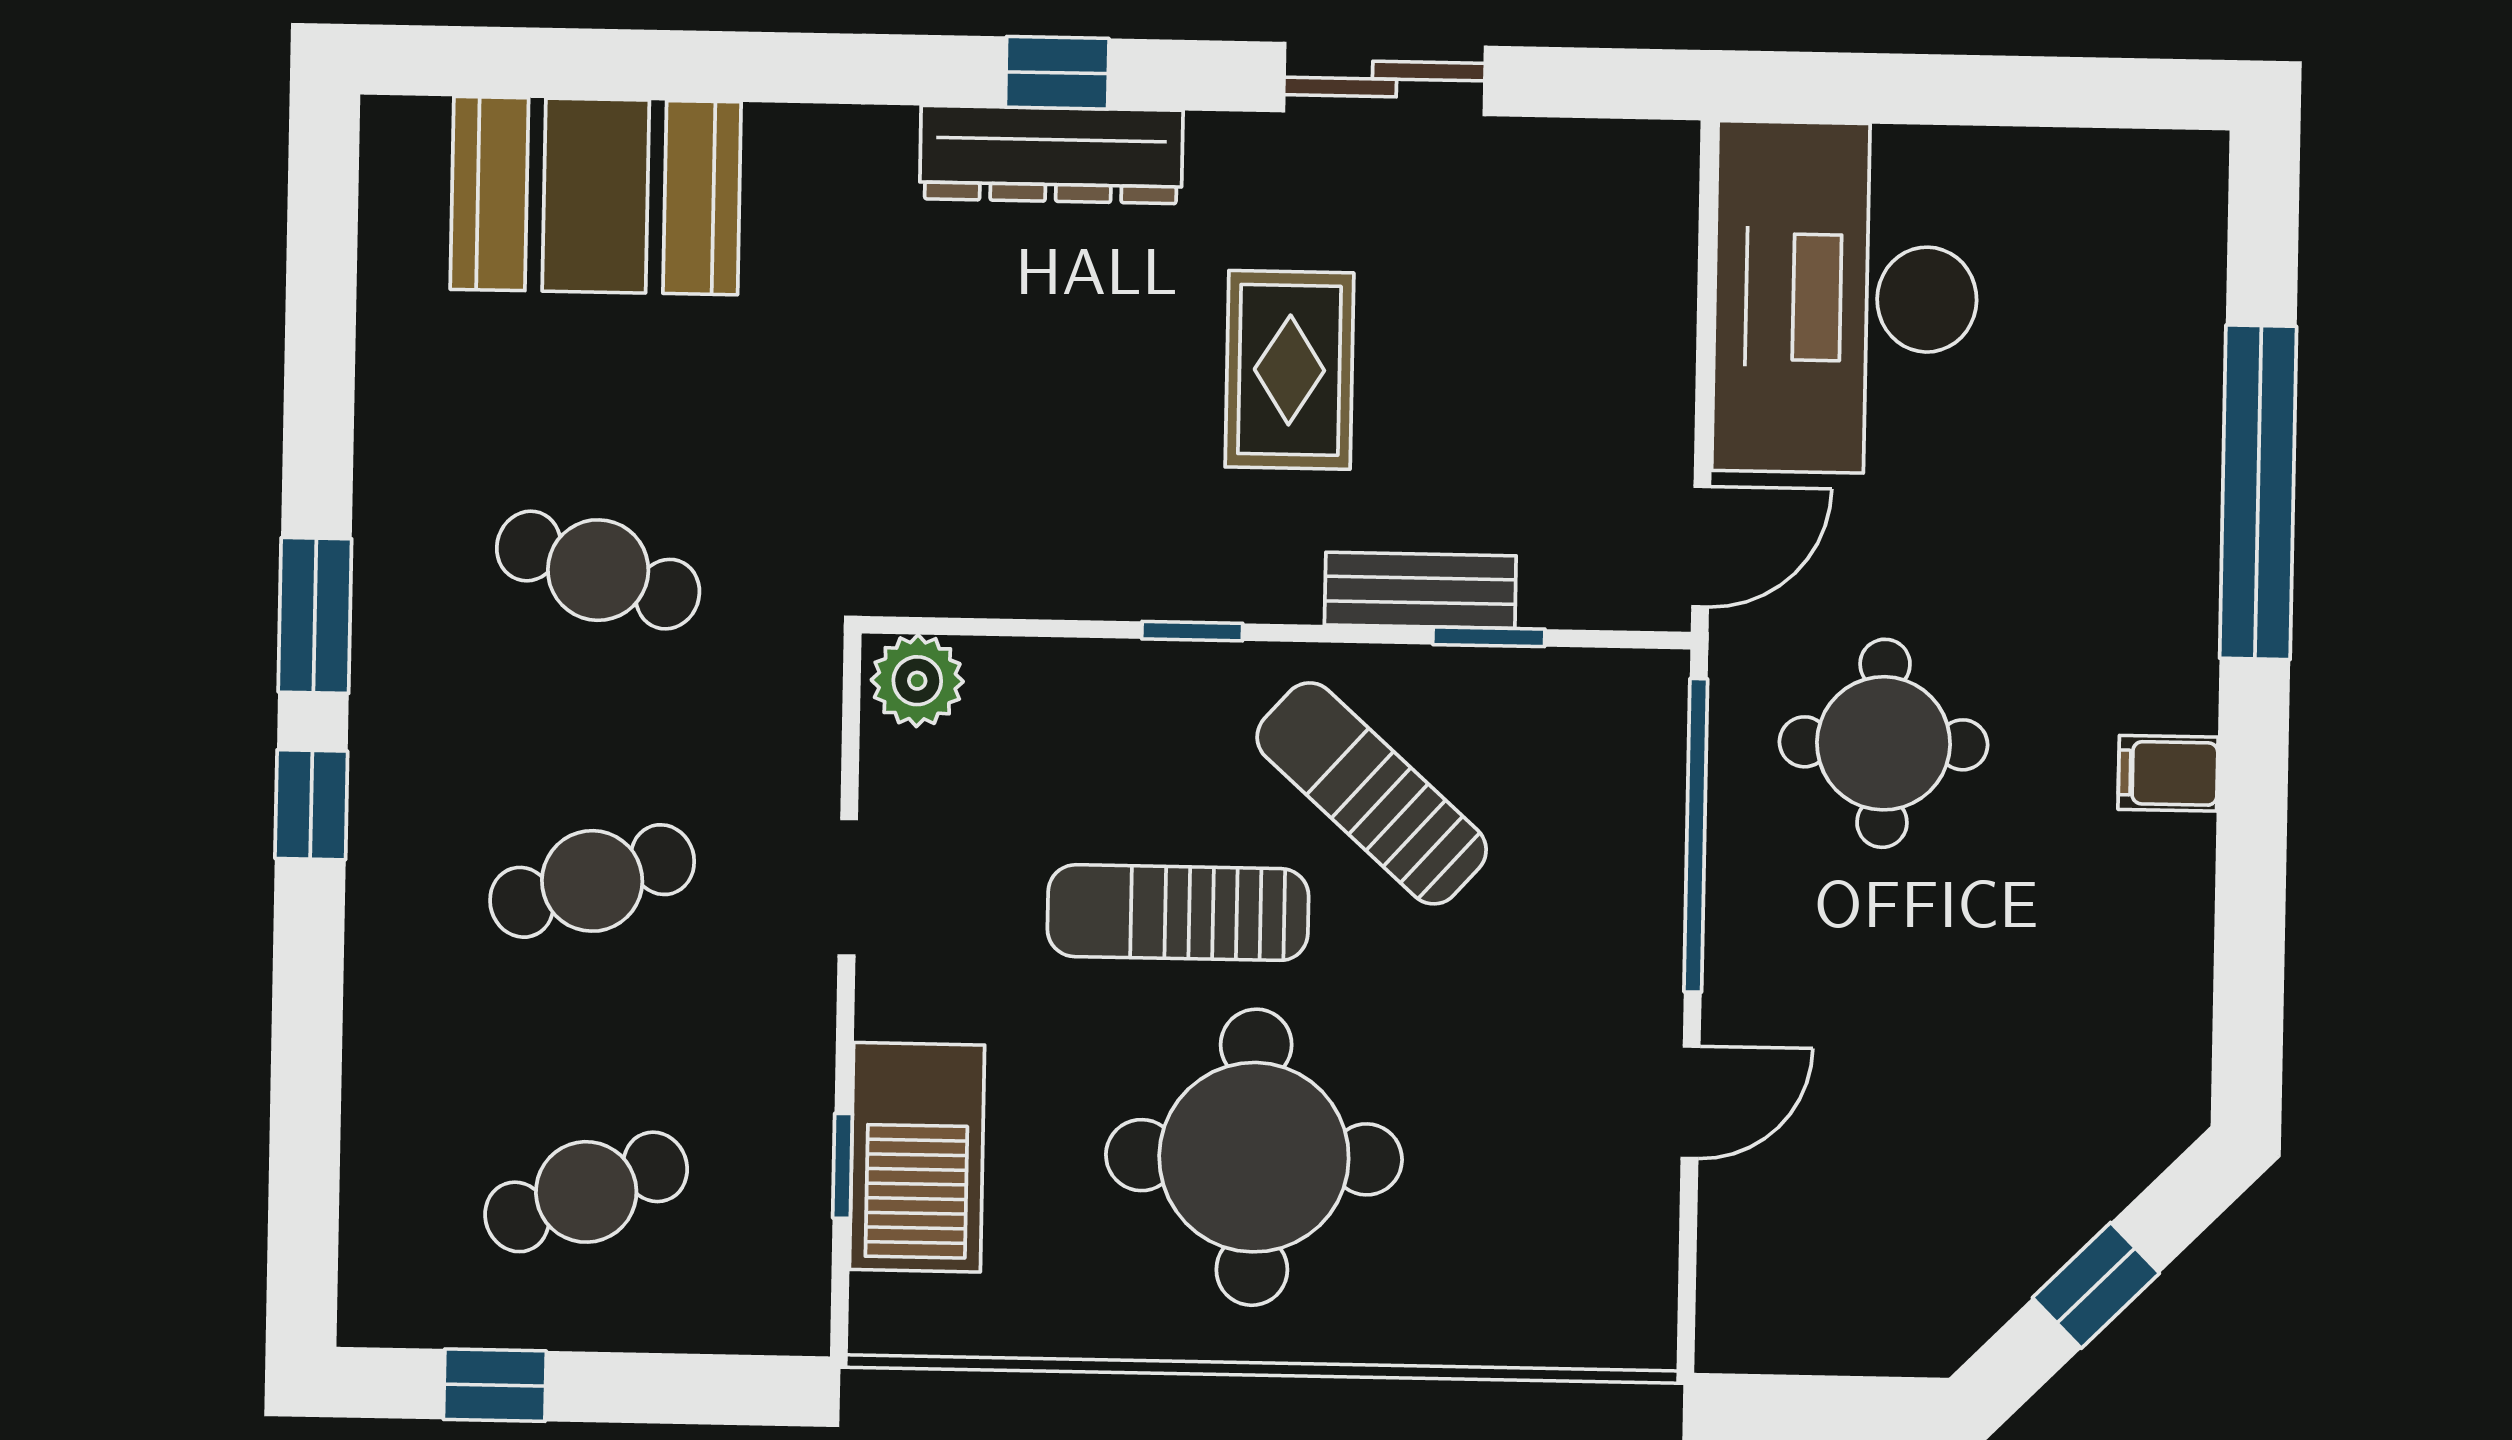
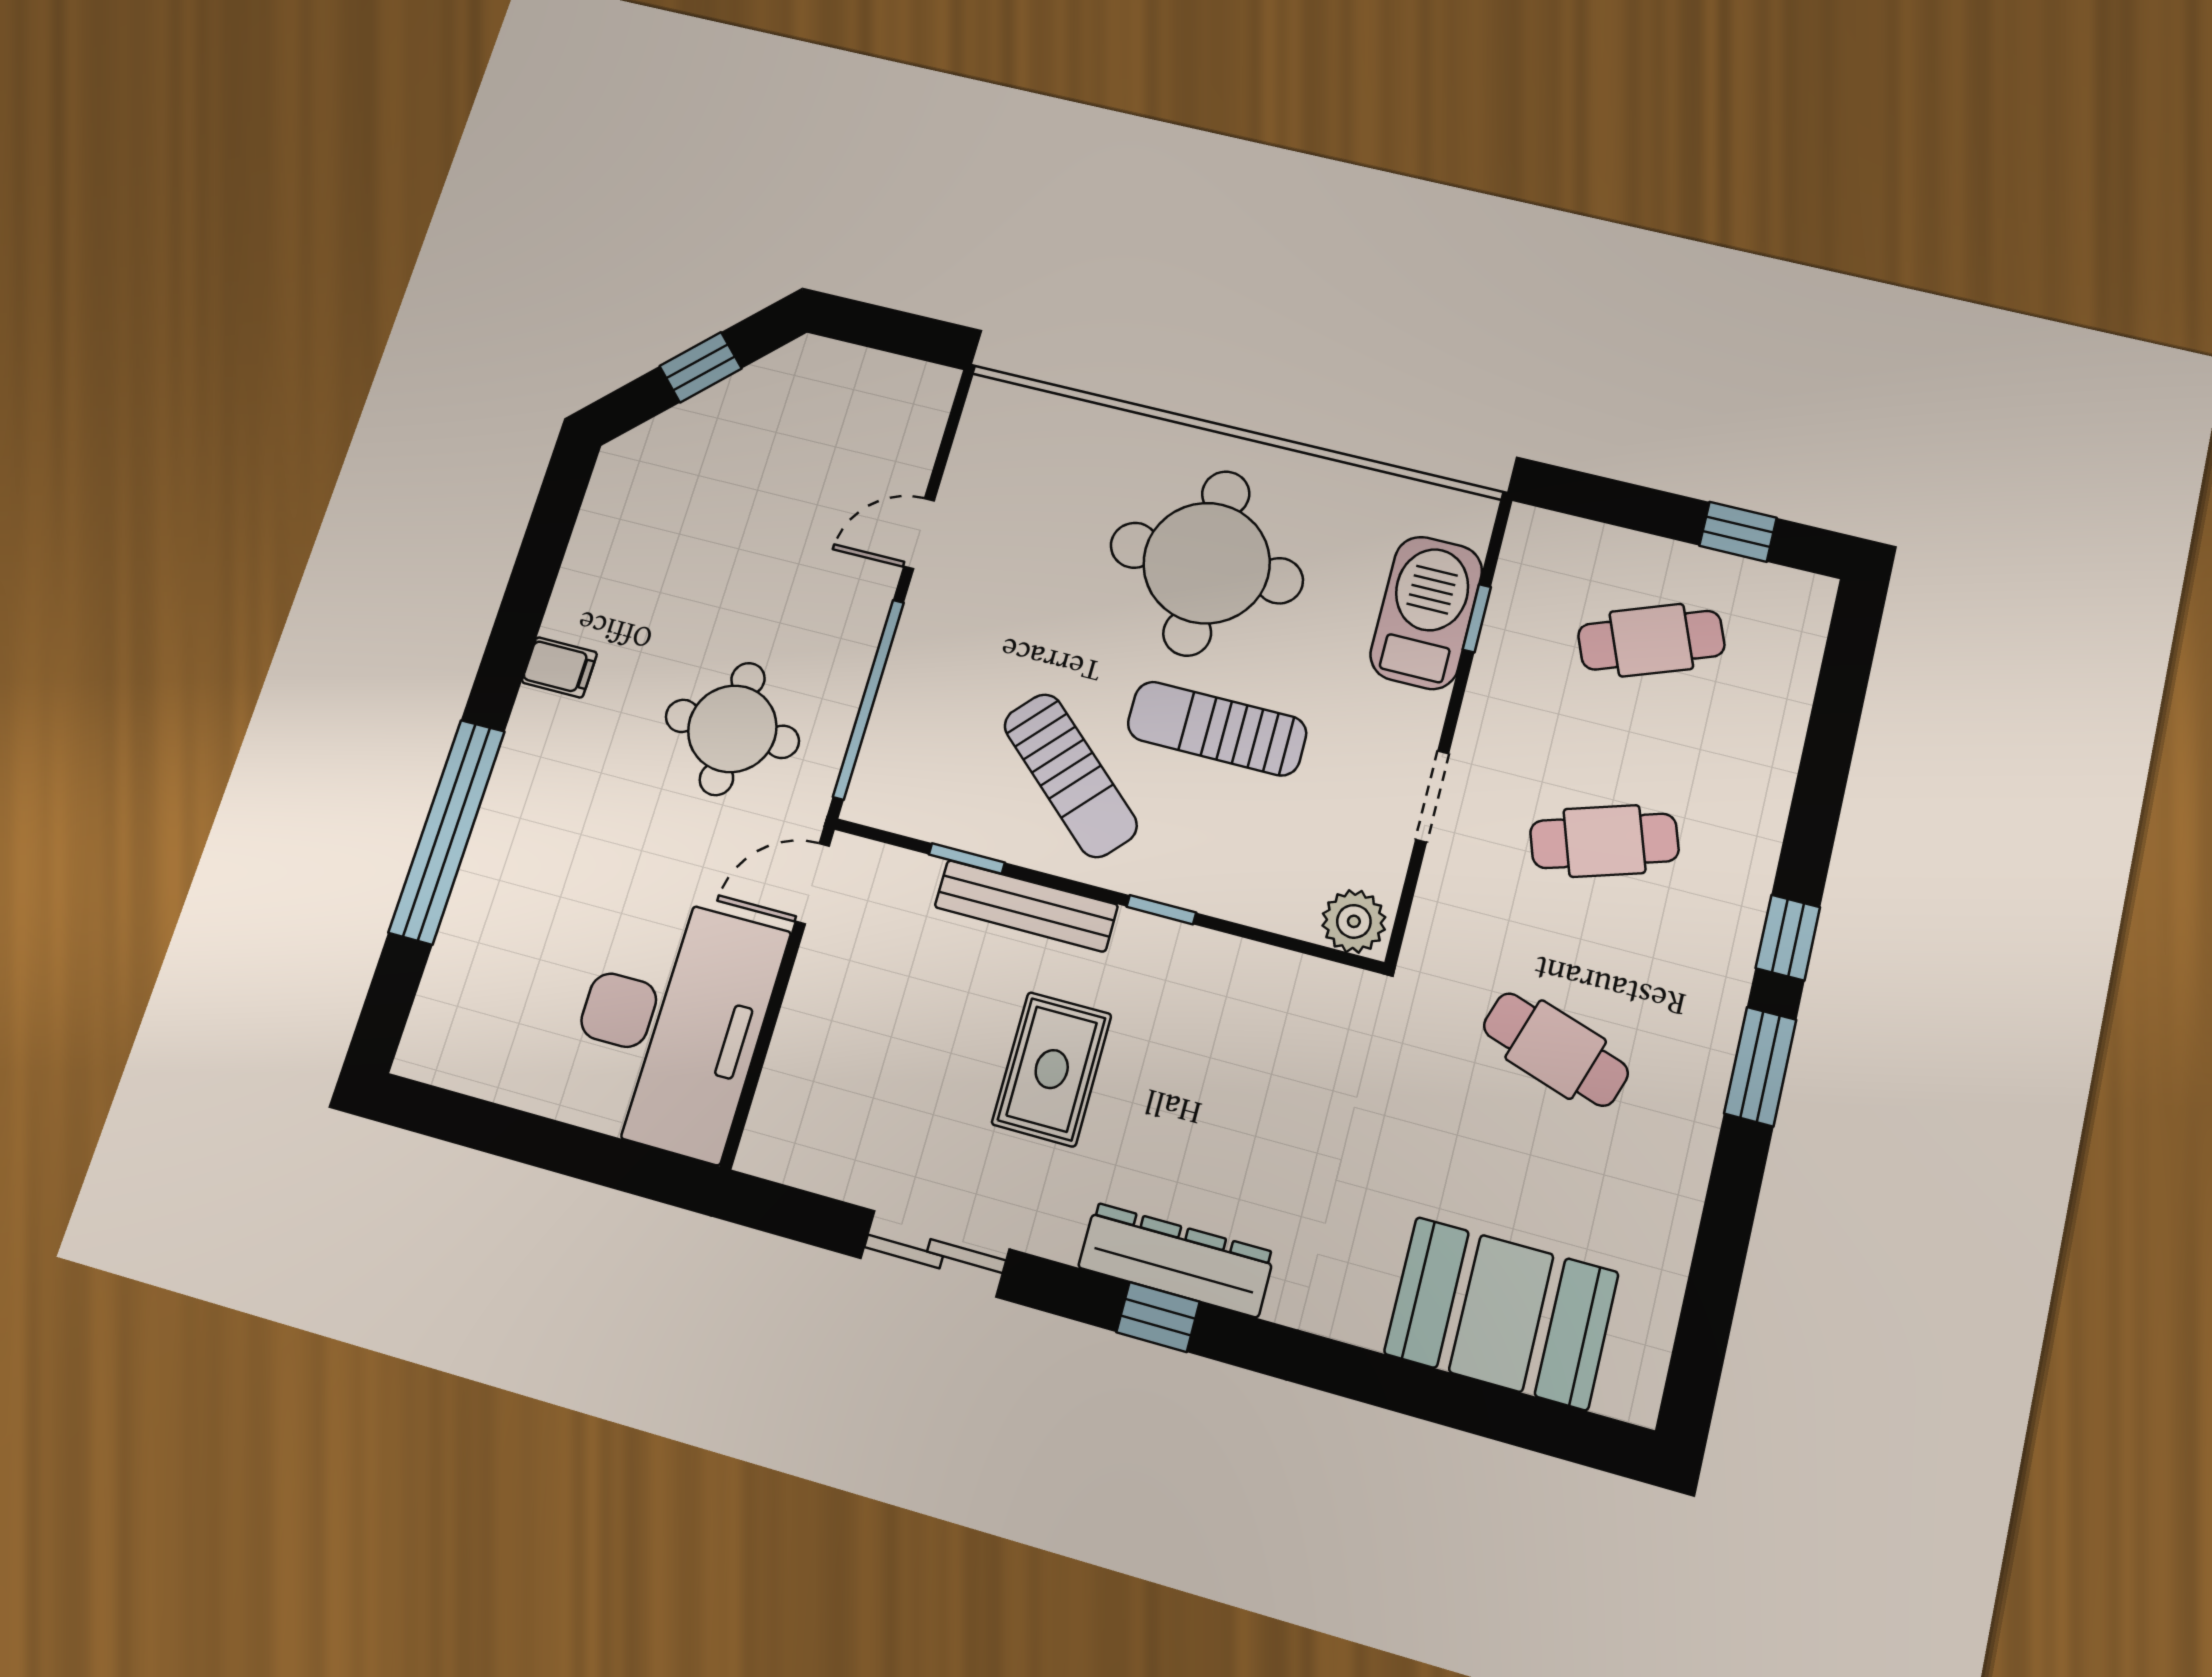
bench: (1420, 590) -> (1026, 906), width x1.36
sun lounger: (1178, 913) -> (1217, 729), turned 180

